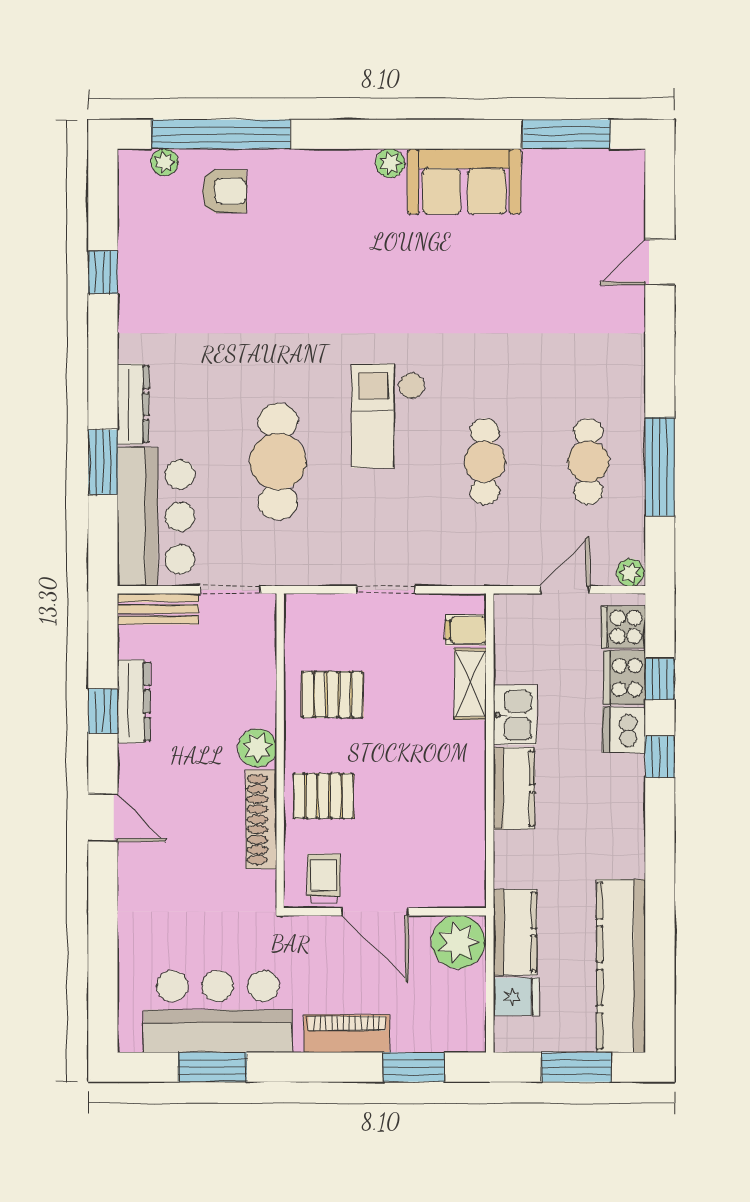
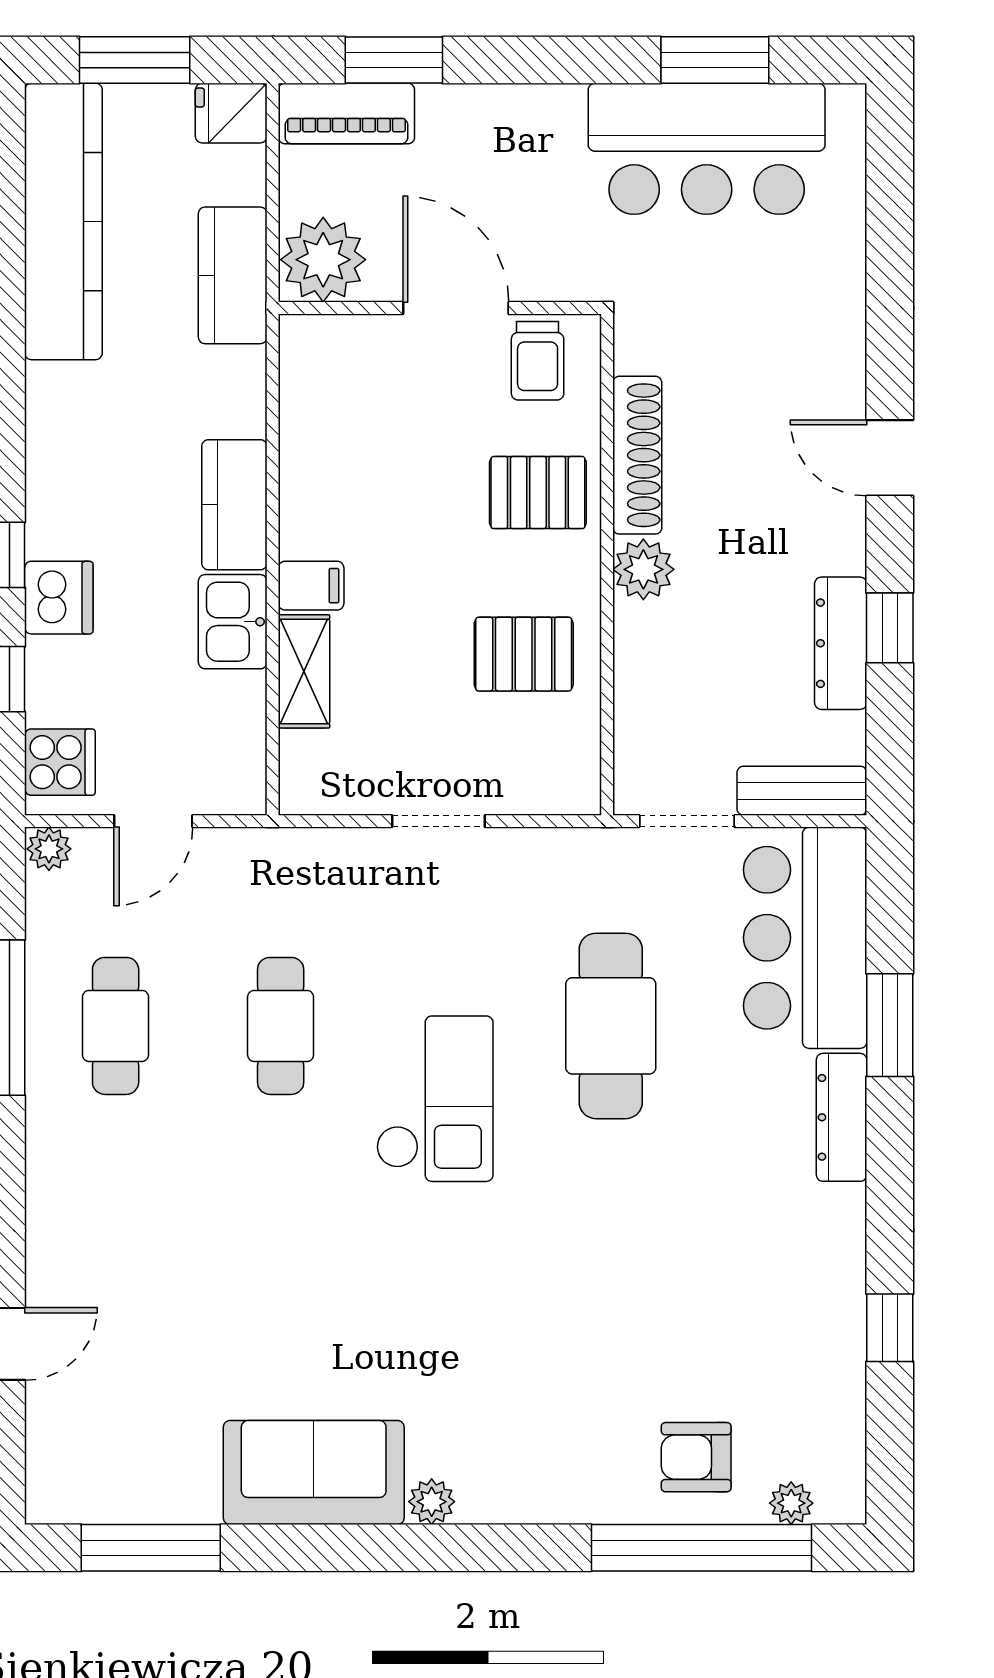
filing cabinet: (466, 630) -> (311, 586), moved
cooker: (625, 678) -> (58, 681), removed
fridge: (516, 997) -> (231, 113), moved
piano: (347, 1034) -> (346, 114), moved

